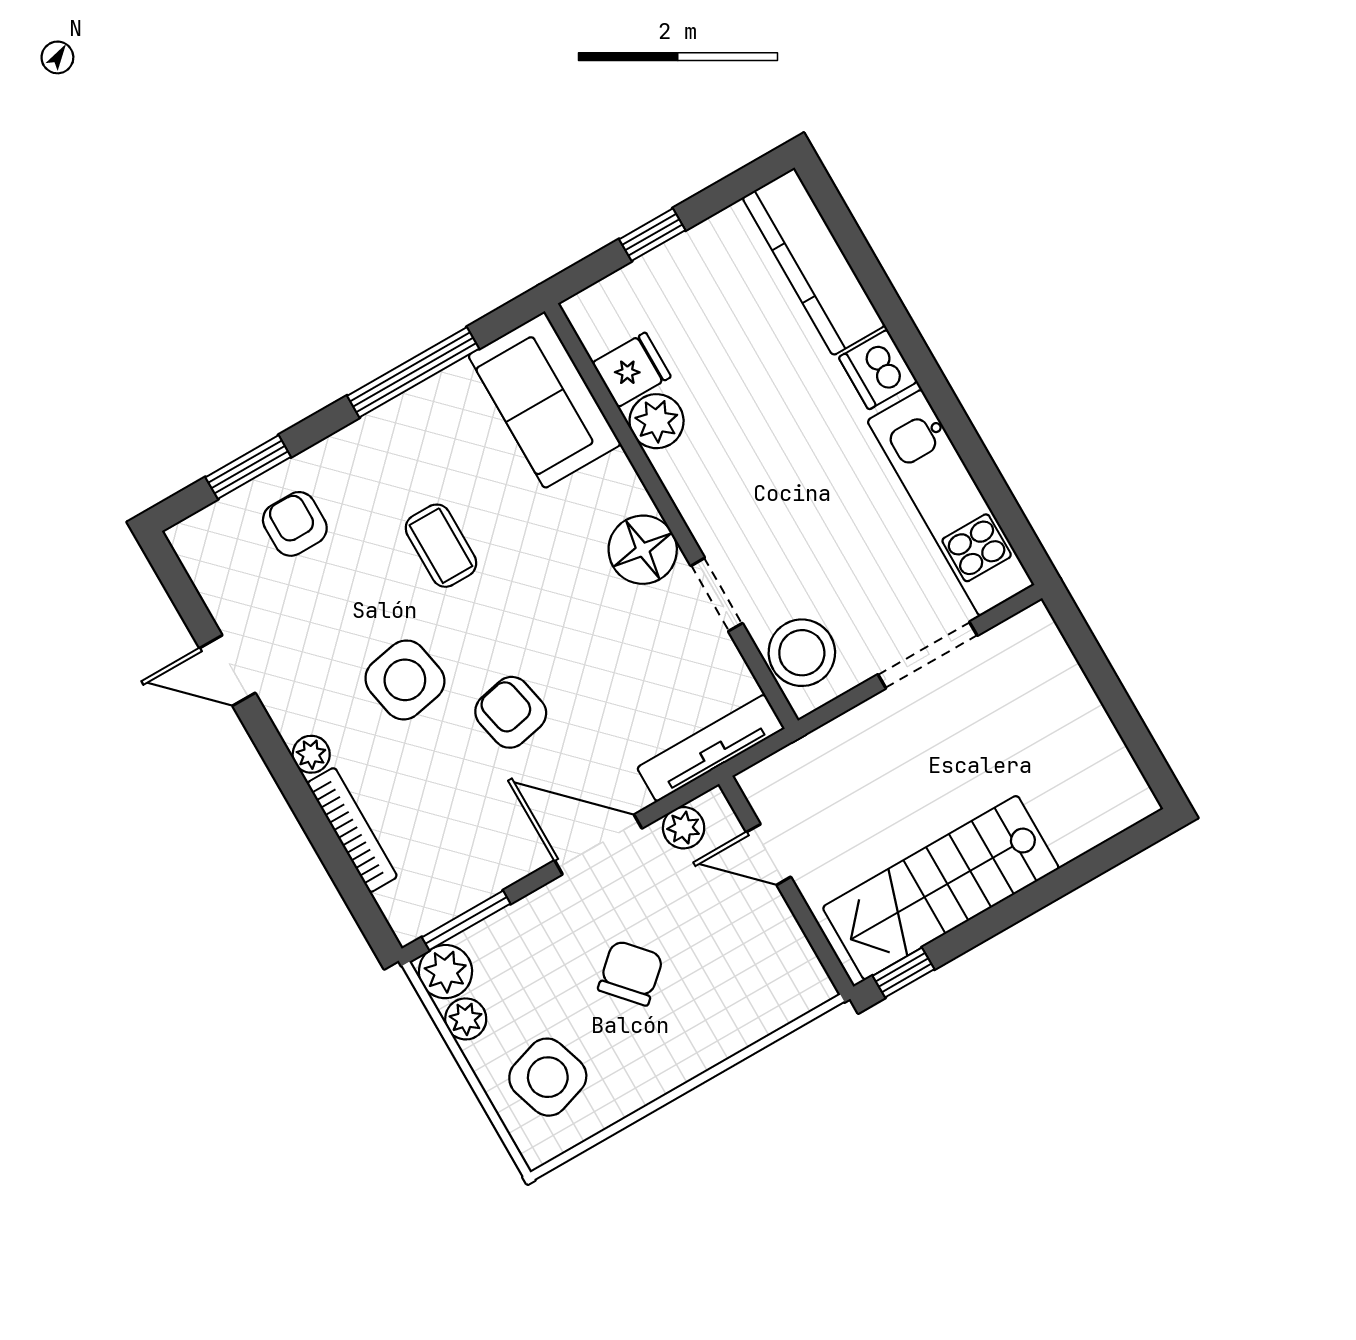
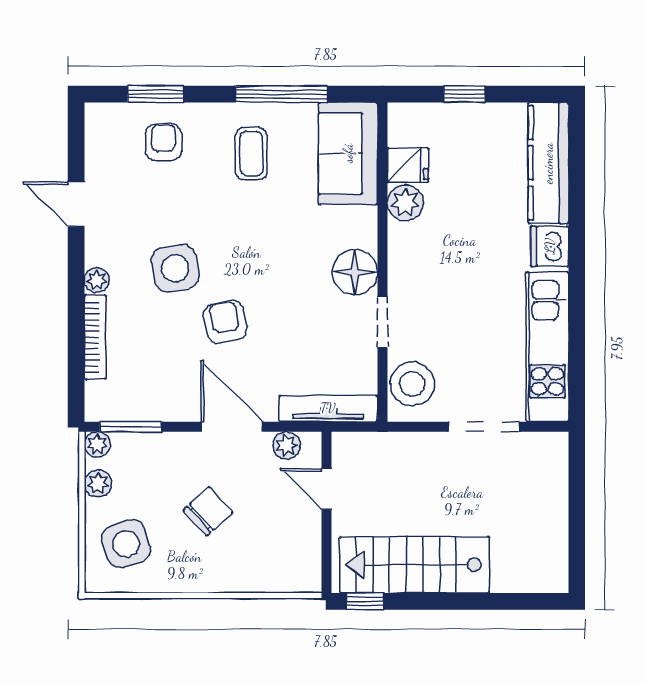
coffee table: (441, 546) -> (251, 154), moved
plant: (446, 972) -> (97, 445), width x0.73, depth x0.73

